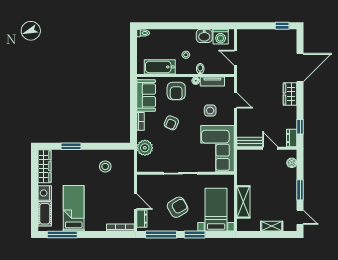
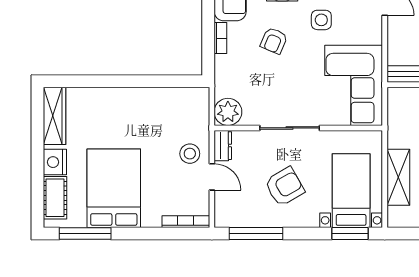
side table: (210, 111) -> (321, 20), moved
window: (71, 146) -> (101, 81), removed
plant: (145, 148) -> (228, 112), moved
stool: (105, 166) -> (190, 154), moved
bed: (74, 208) -> (114, 188), width x1.50
dresser: (142, 219) -> (223, 146), moved
window: (195, 234) -> (350, 234), moved

